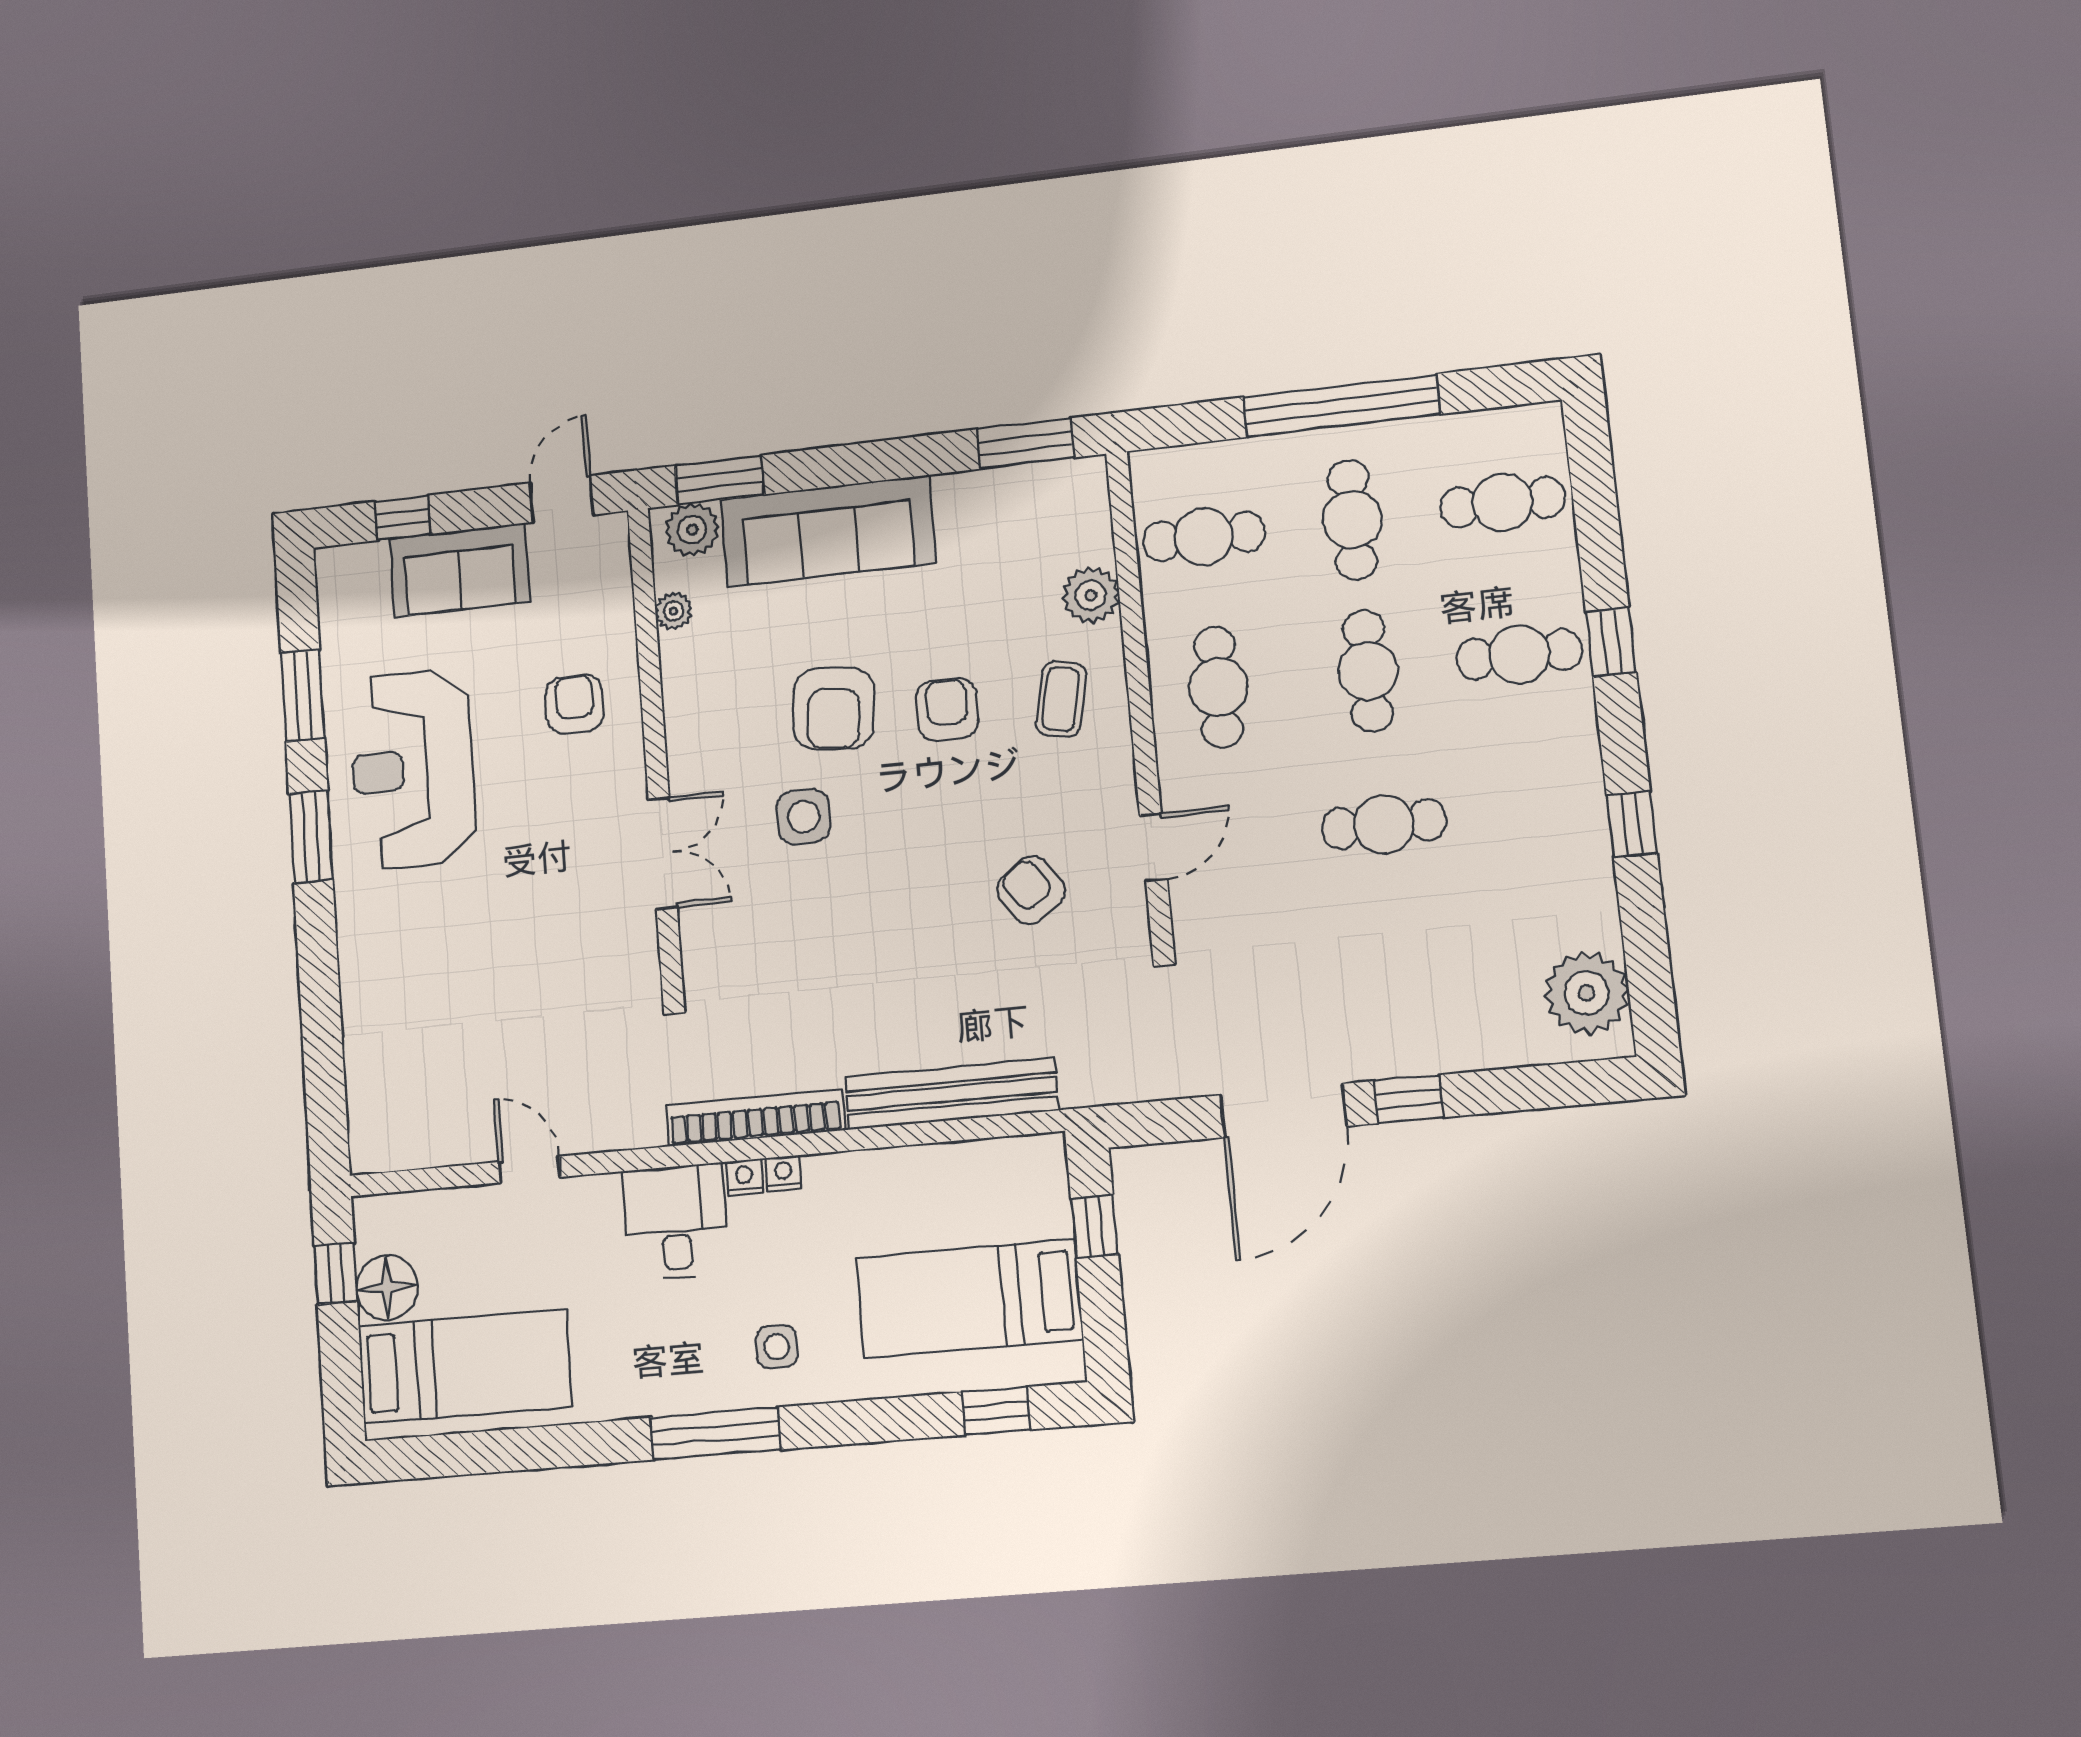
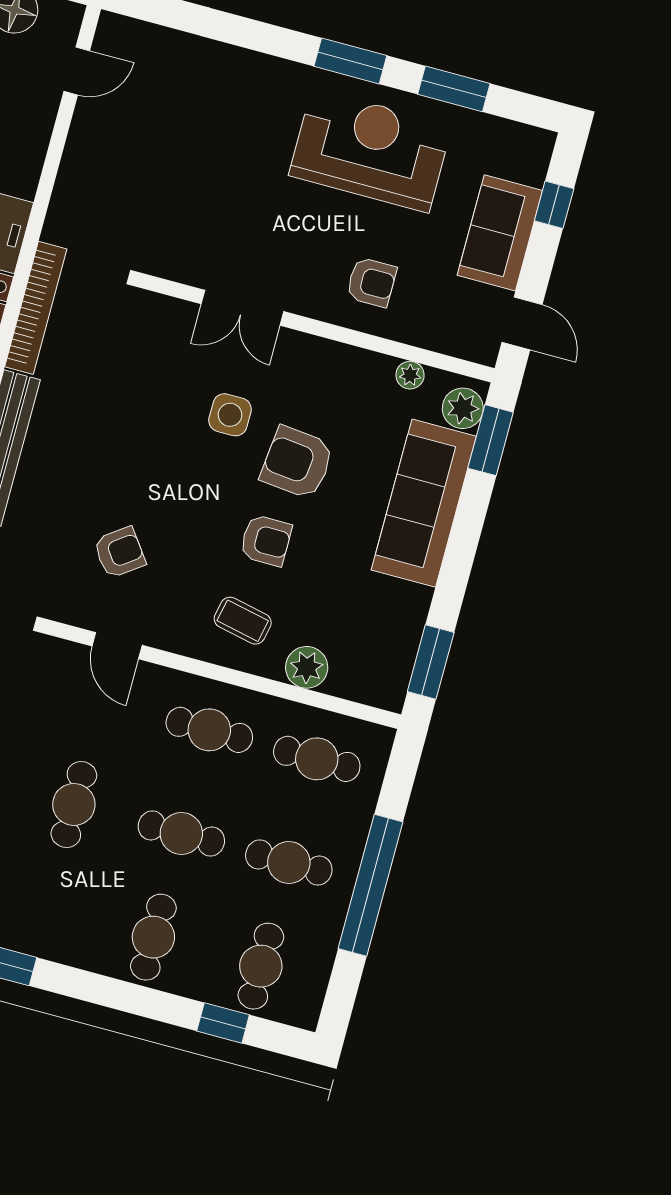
cafe table: (1204, 537) -> (317, 759), turned 90
window: (1611, 642) -> (223, 1023), moved
door: (530, 1169) -> (77, 71), moved

